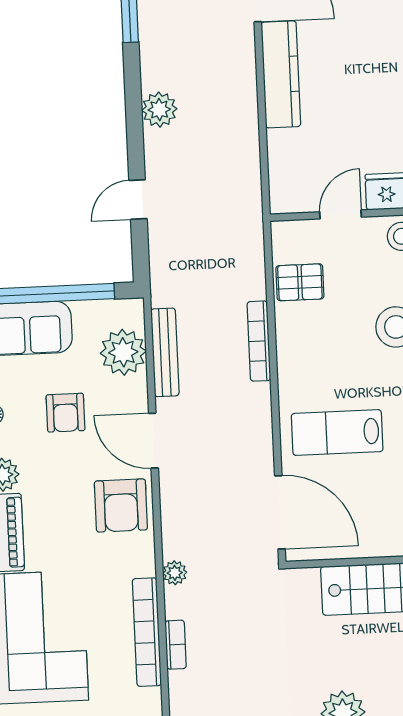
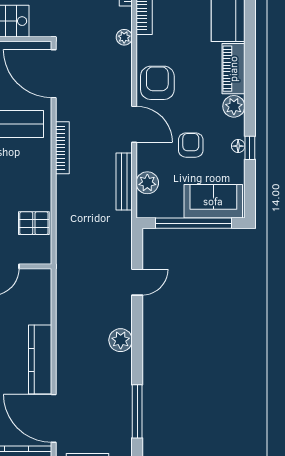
bookcase: (259, 341) -> (62, 148), moved
plant: (123, 352) -> (147, 183), width x0.73, depth x0.73

